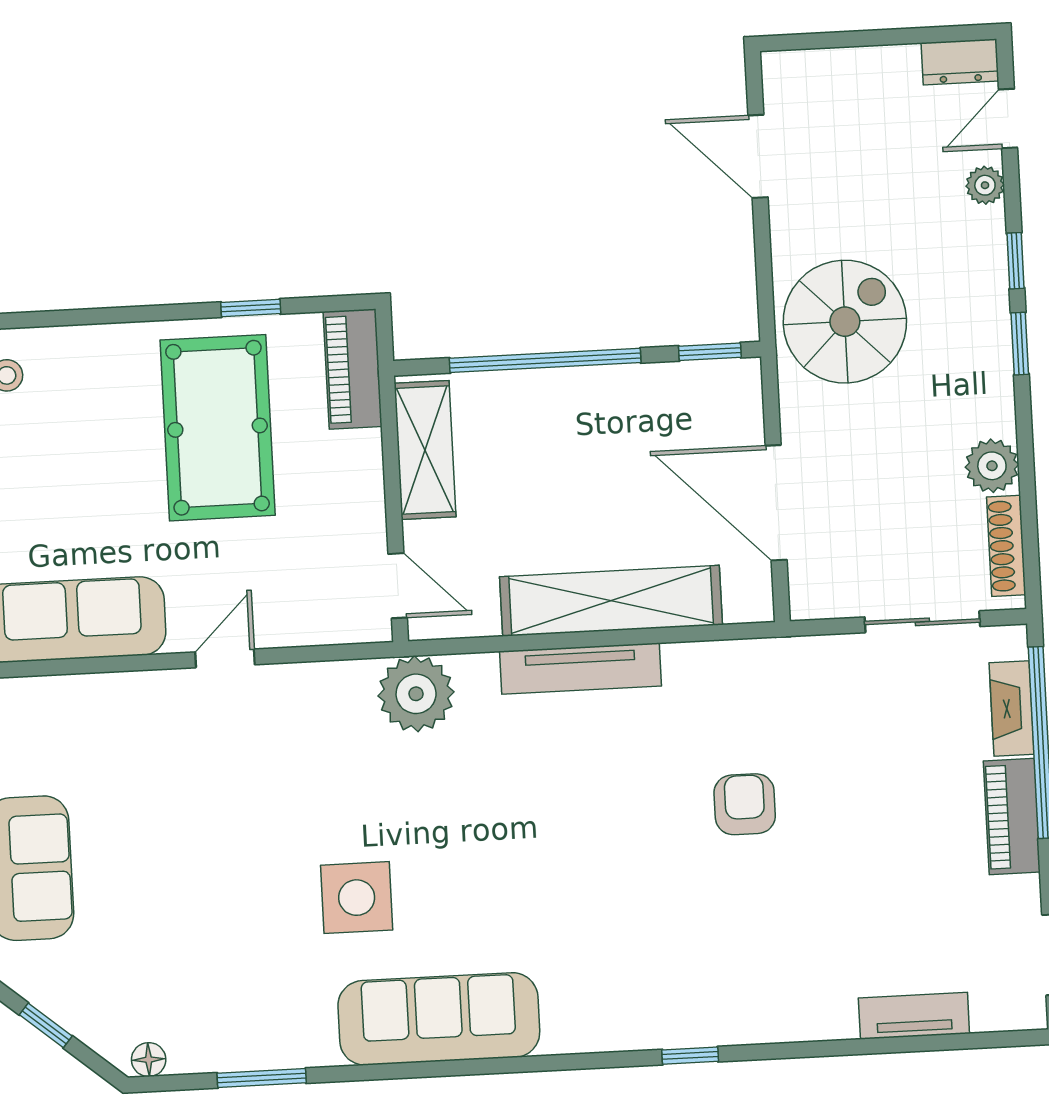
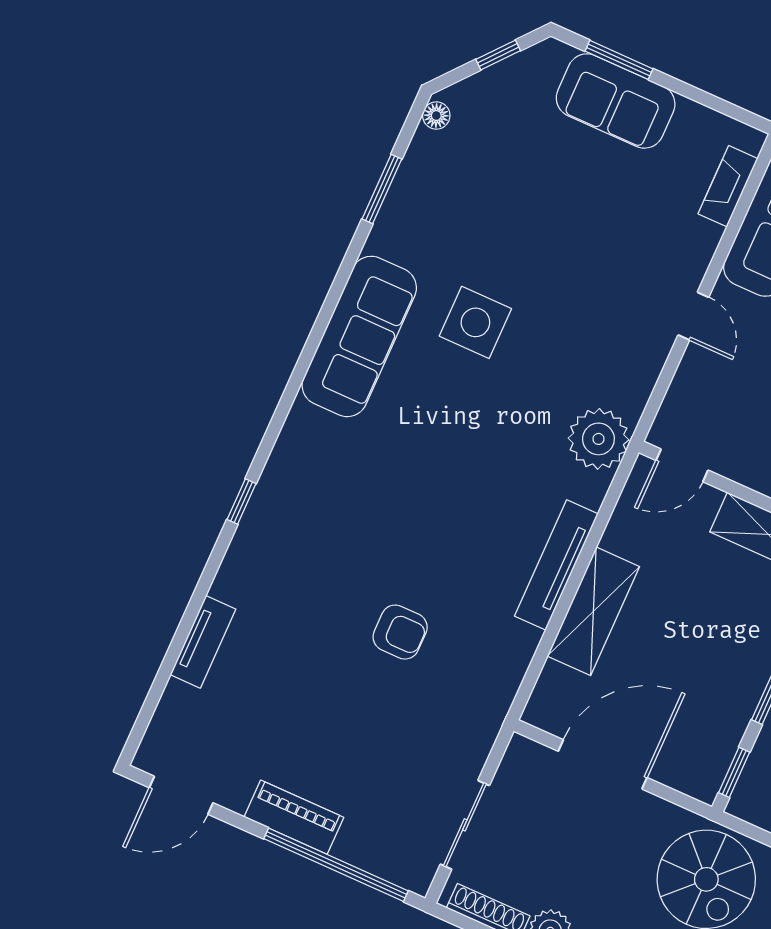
shelving: (611, 601) -> (593, 611), width x0.68
fireplace: (1012, 708) -> (728, 186), moved, turned -90
tv unit: (914, 1016) -> (203, 642), moved

